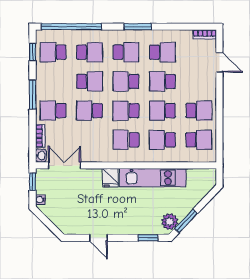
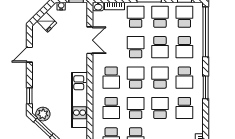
school desk: (53, 81) -> (160, 17), added
school desk: (126, 140) -> (111, 78), turned 180
school desk: (162, 140) -> (111, 108), turned 180
double door: (64, 165) -> (90, 40), moved
fridge: (111, 178) -> (47, 22), moved, turned -135

